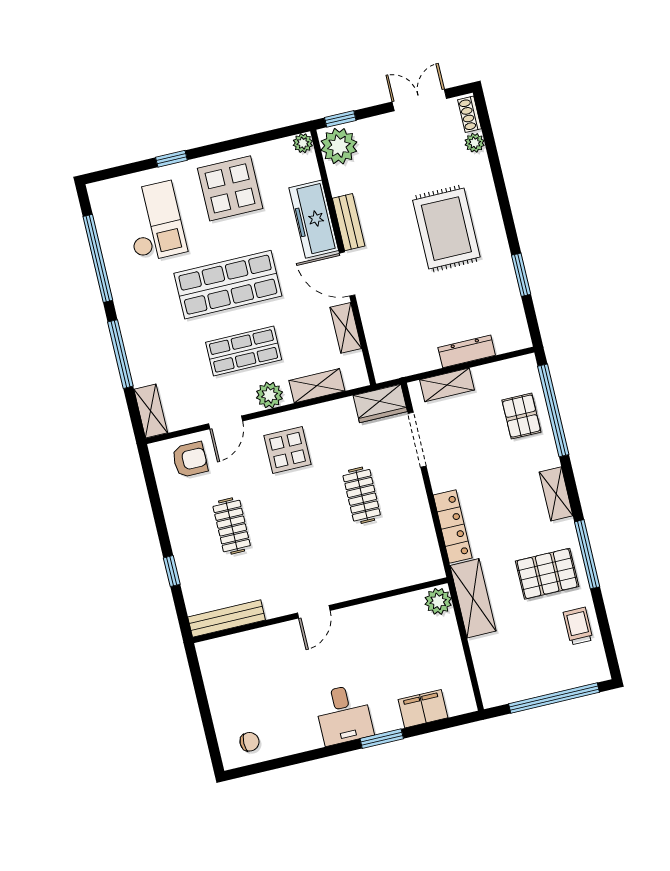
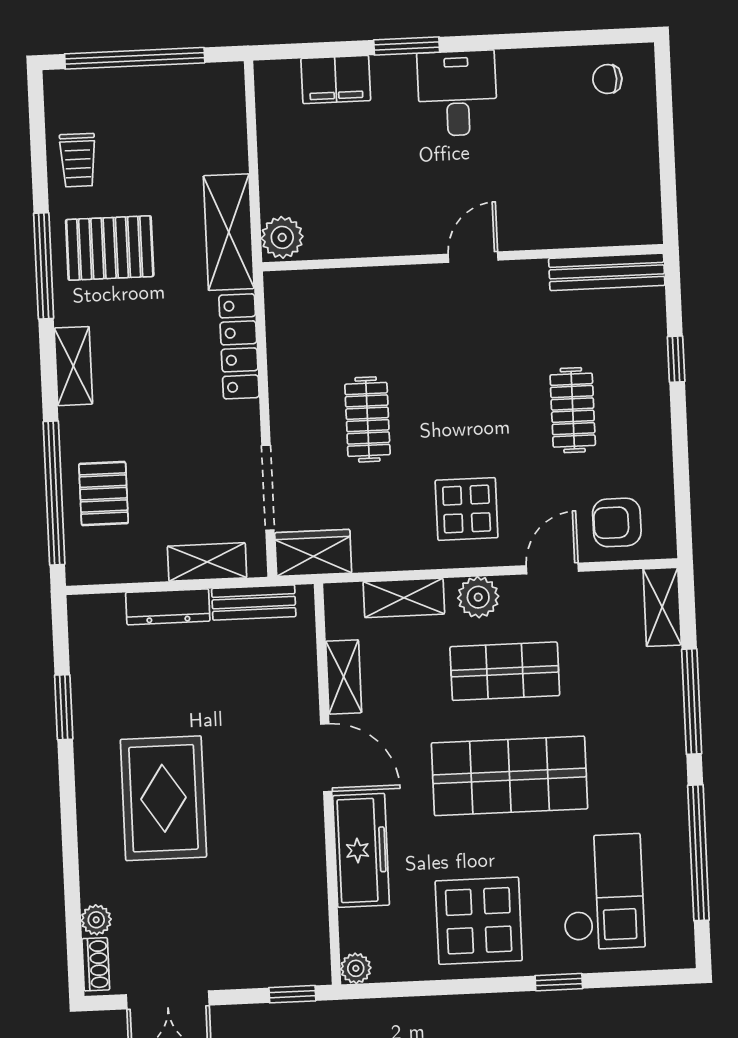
plant: (339, 146) -> (302, 954), removed
checkout: (154, 222) -> (603, 892), turned 180
bench: (349, 222) -> (254, 603), moved, turned 90

